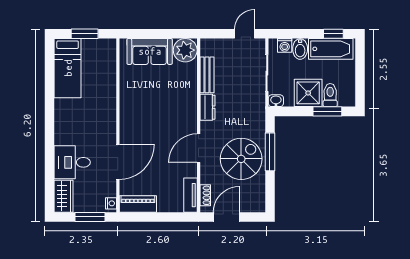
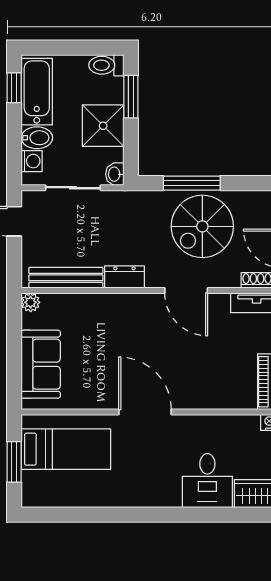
plant: (185, 50) -> (31, 302), width x0.53, depth x0.53
bed: (68, 68) -> (66, 449), moved
bench: (207, 75) -> (66, 278), width x1.36
toilet: (330, 95) -> (106, 65), moved
spiral stairs: (241, 159) -> (202, 226), turned -90
door: (118, 162) -> (145, 412), moved

